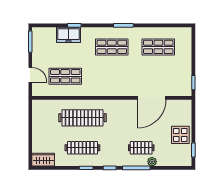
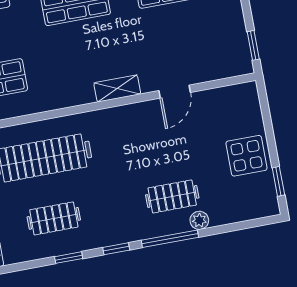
shelving: (124, 91) -> (117, 89), added
door: (152, 98) -> (175, 92), width x0.53
clothes rail: (82, 148) -> (54, 218), width x0.73

